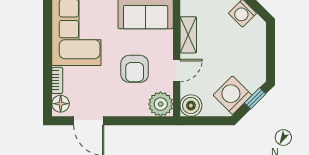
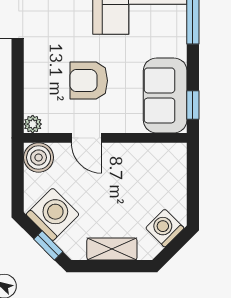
shelving: (188, 35) -> (112, 249), moved
plant: (161, 104) -> (33, 124), width x0.53, depth x0.53

